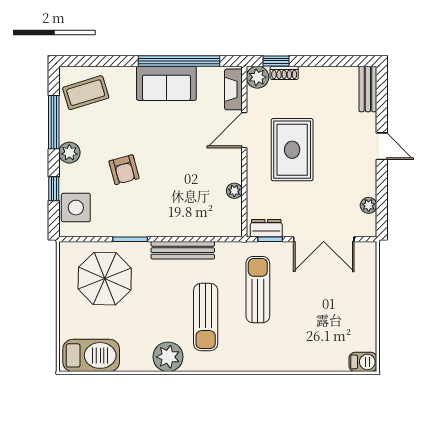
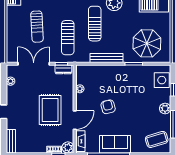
armchair: (124, 170) -> (108, 107), moved
sun lounger: (317, 311) -> (37, 27), added

